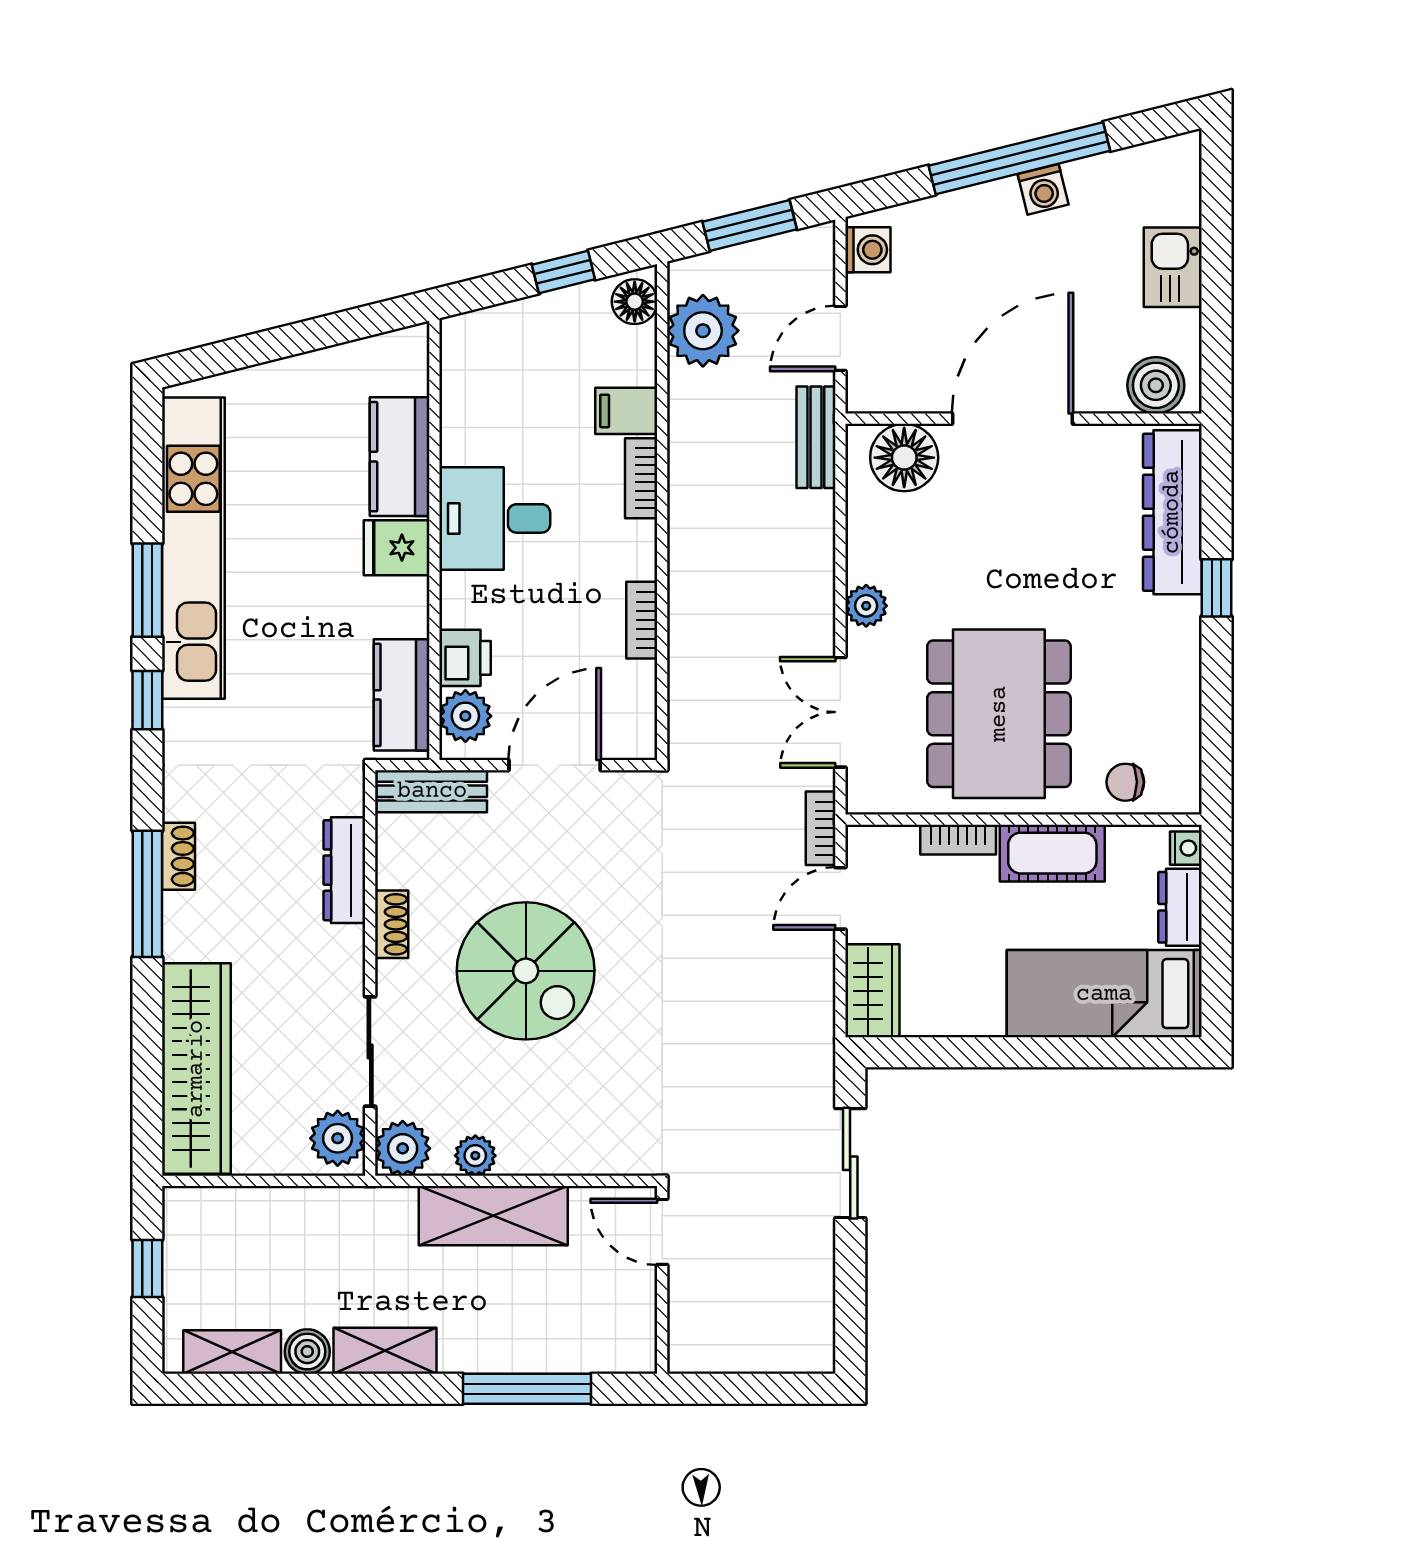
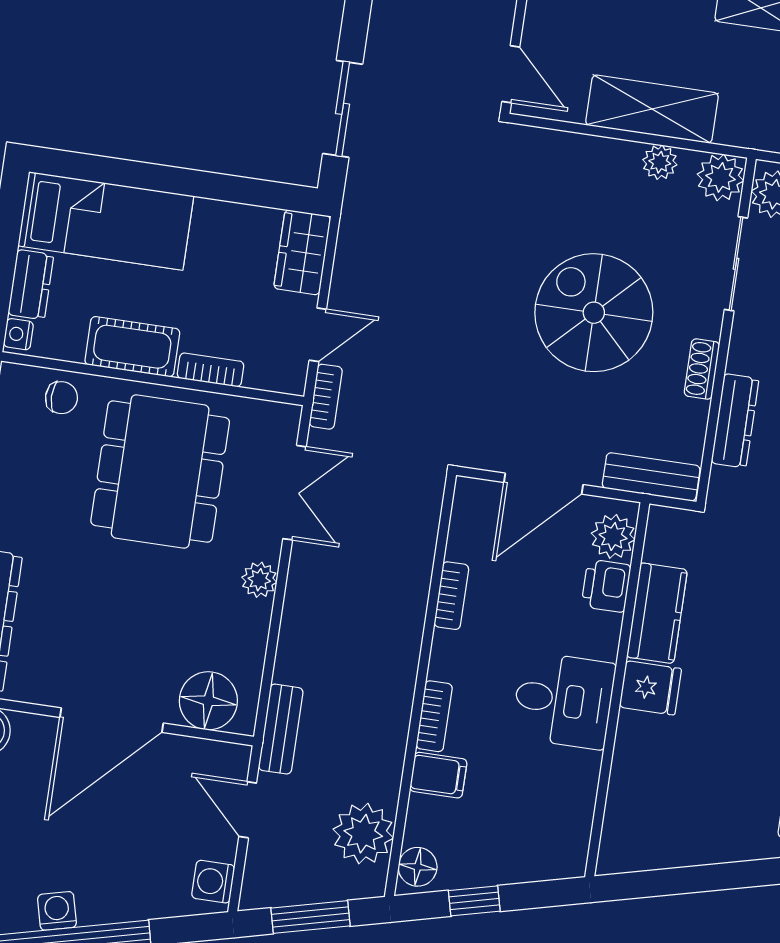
door: (840, 338) -> (248, 810), swing flipped
kitchen counter: (400, 457) -> (636, 765), removed
kitchen counter: (402, 695) -> (657, 613), moved

